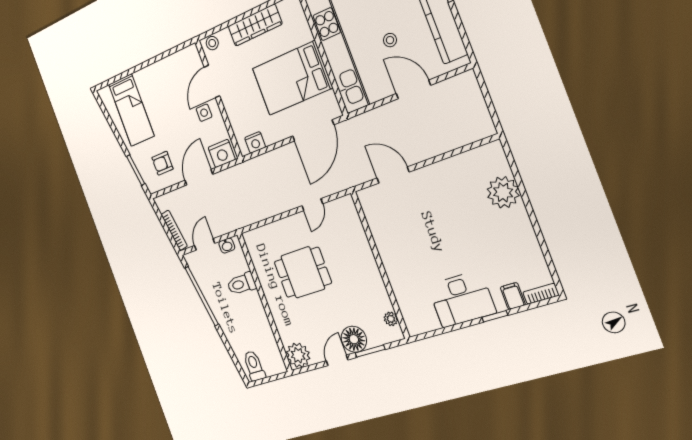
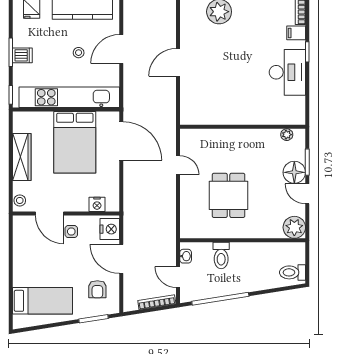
nightstand: (255, 142) -> (97, 204), moved, turned 90
door: (393, 175) -> (178, 62), moved

